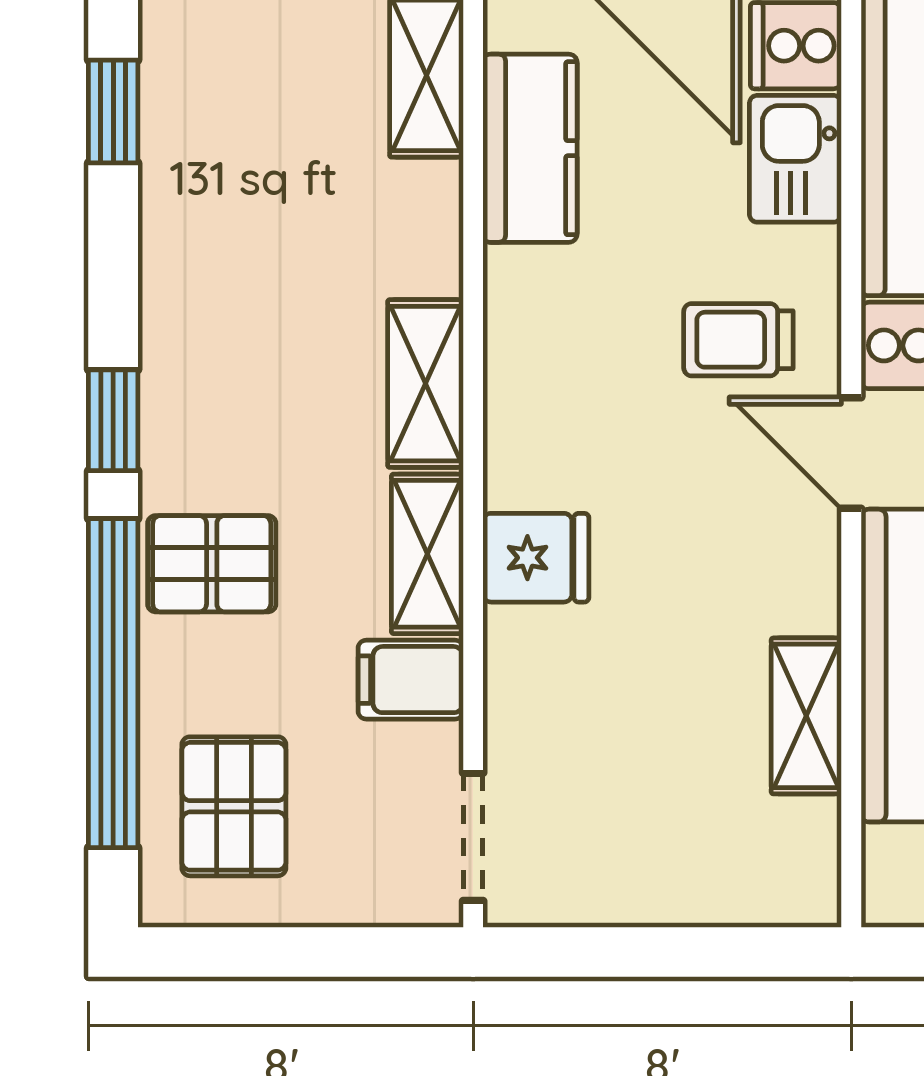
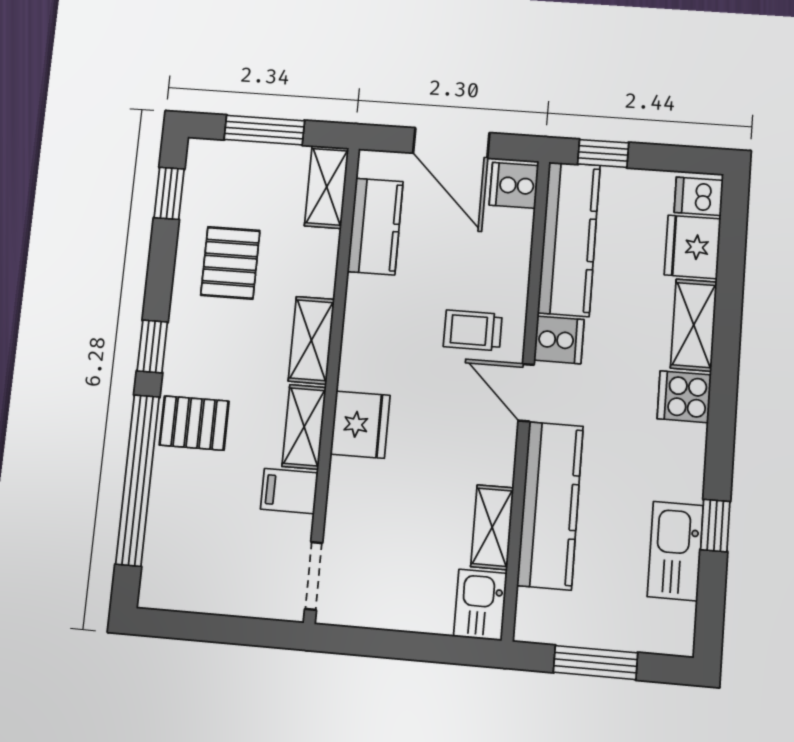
kitchen sink: (795, 159) -> (480, 605), moved
fridge: (536, 558) -> (360, 425), width x1.38
pallet: (234, 806) -> (230, 263), moved

